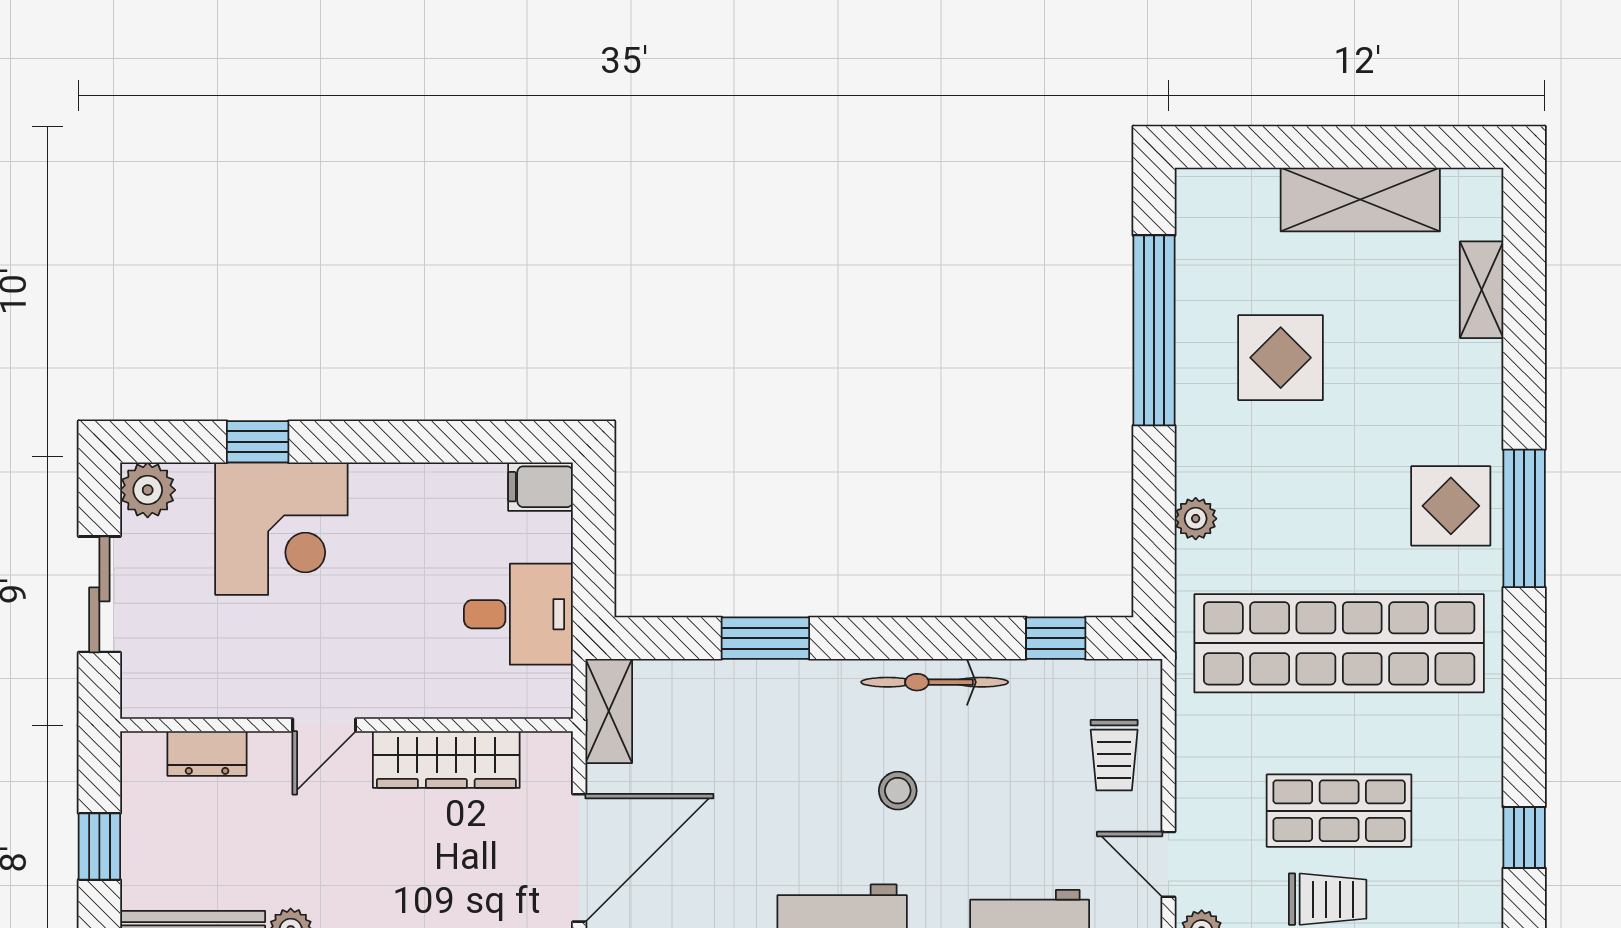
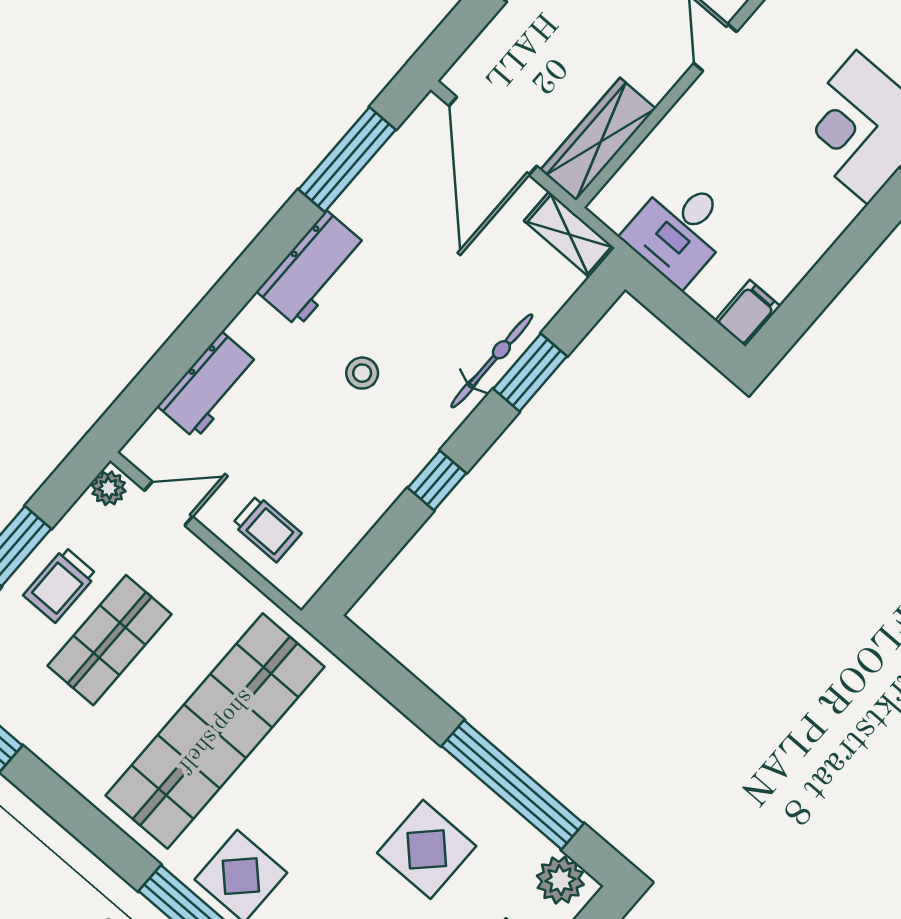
plant: (1196, 519) -> (560, 880), moved, width x1.38, depth x1.38
window: (1056, 638) -> (437, 480), moved
bicycle: (935, 682) -> (492, 361), moved
trolley: (1114, 755) -> (267, 529), turned 180
wardrobe: (446, 760) -> (598, 139), moved

